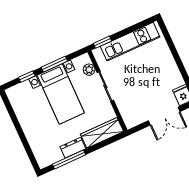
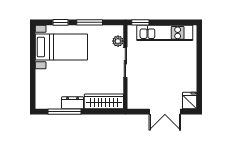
bed with nightstands: (61, 94) -> (61, 47), moved, turned -90

